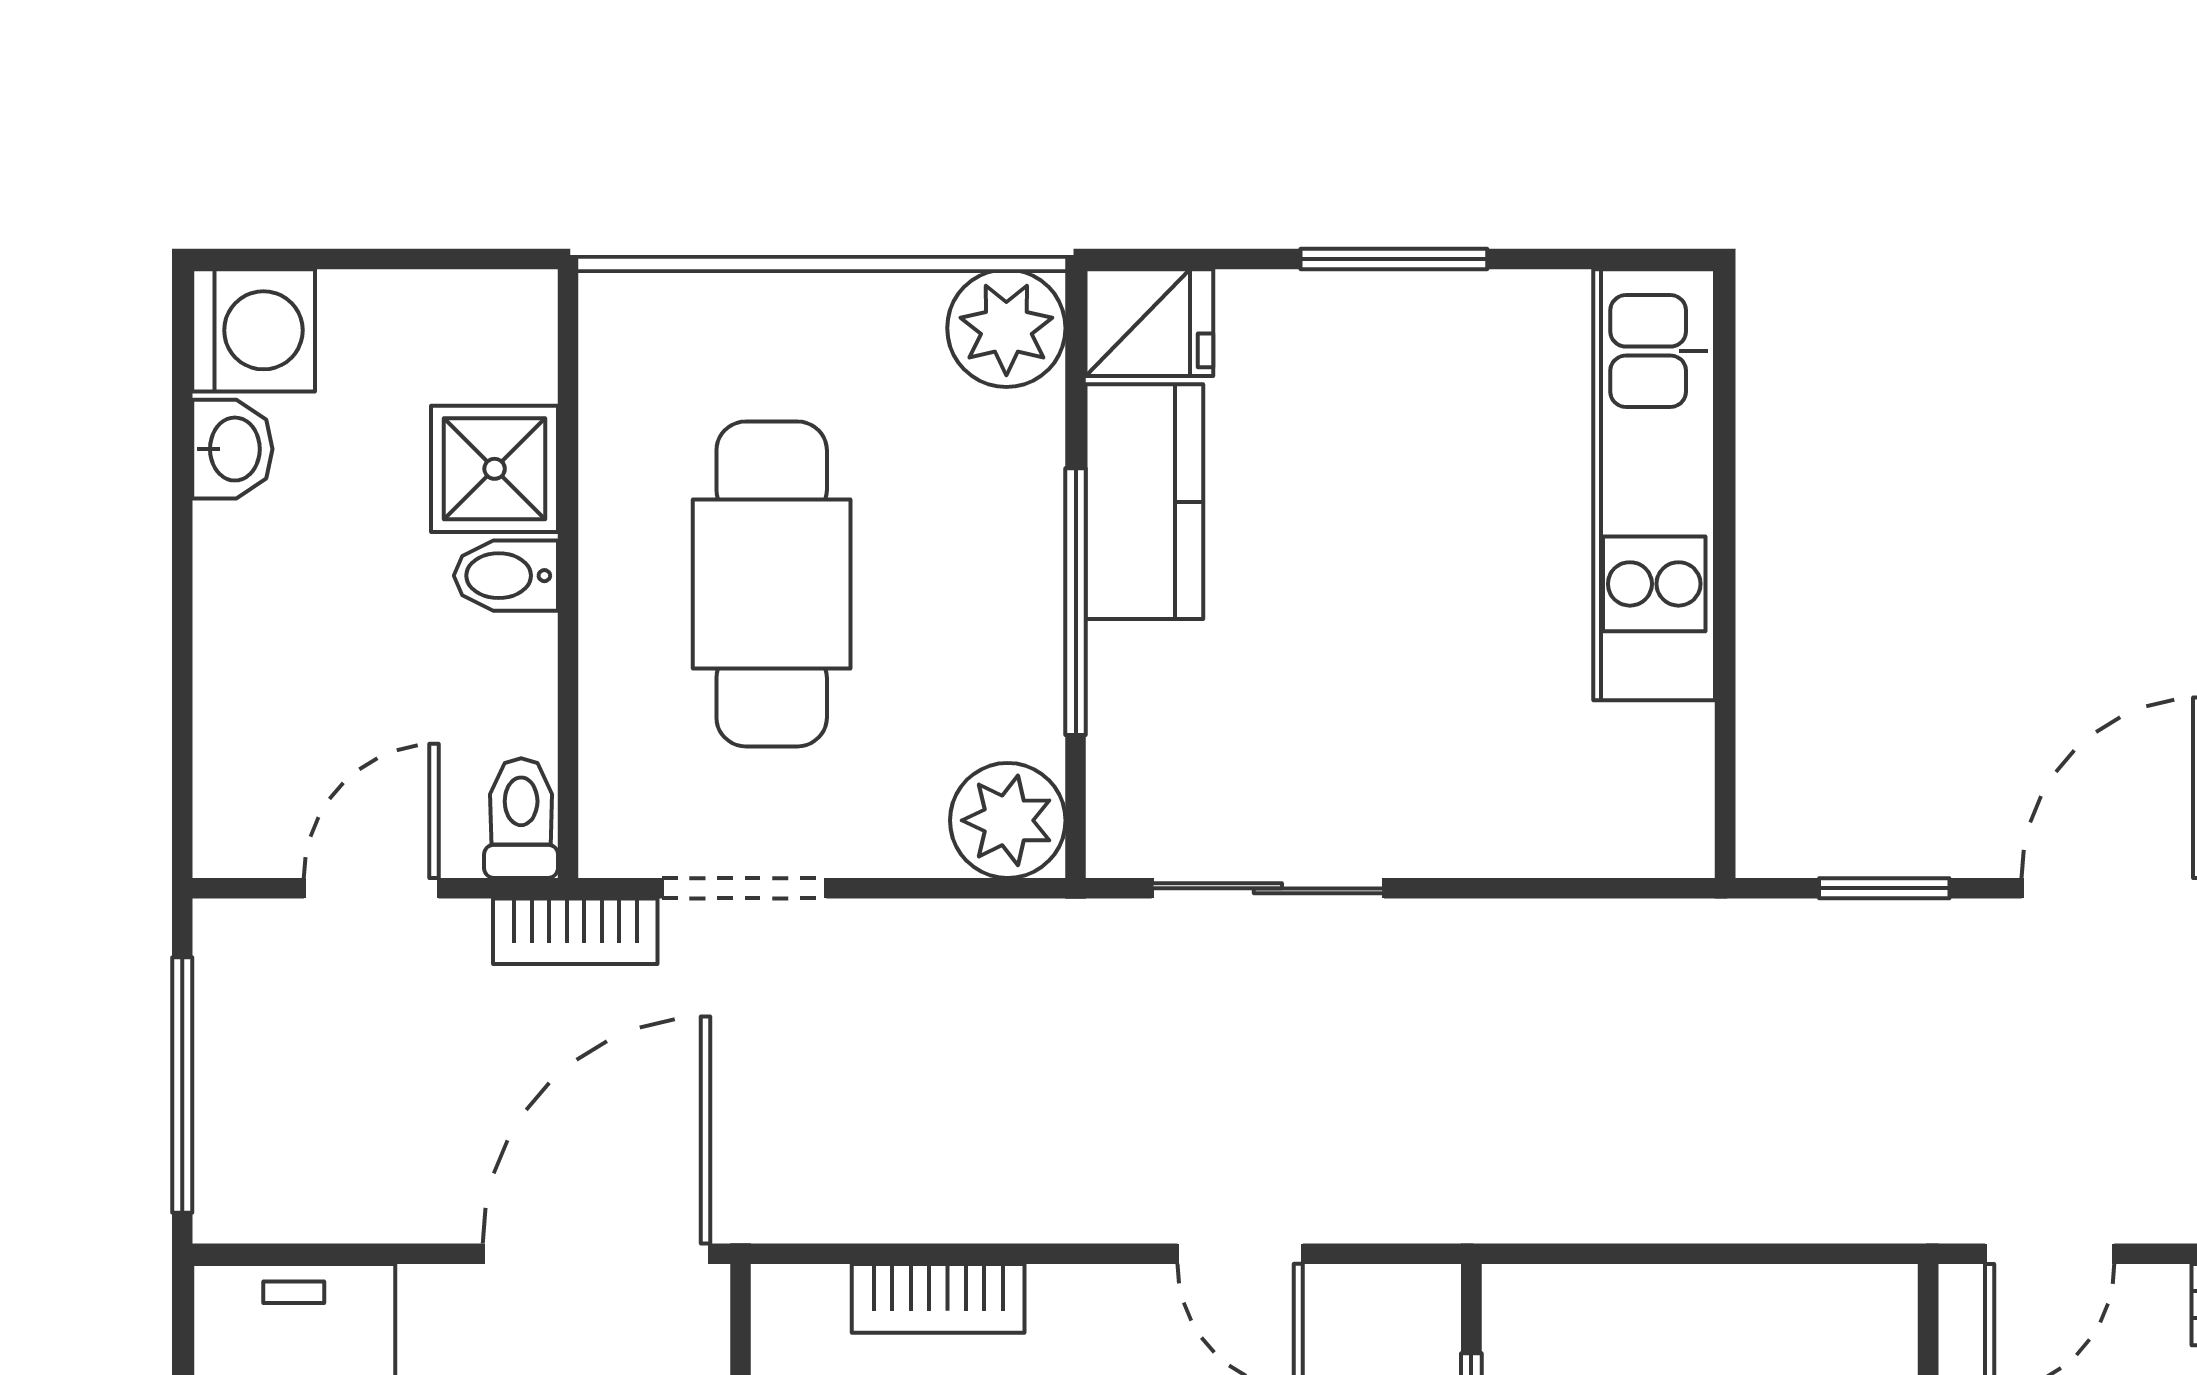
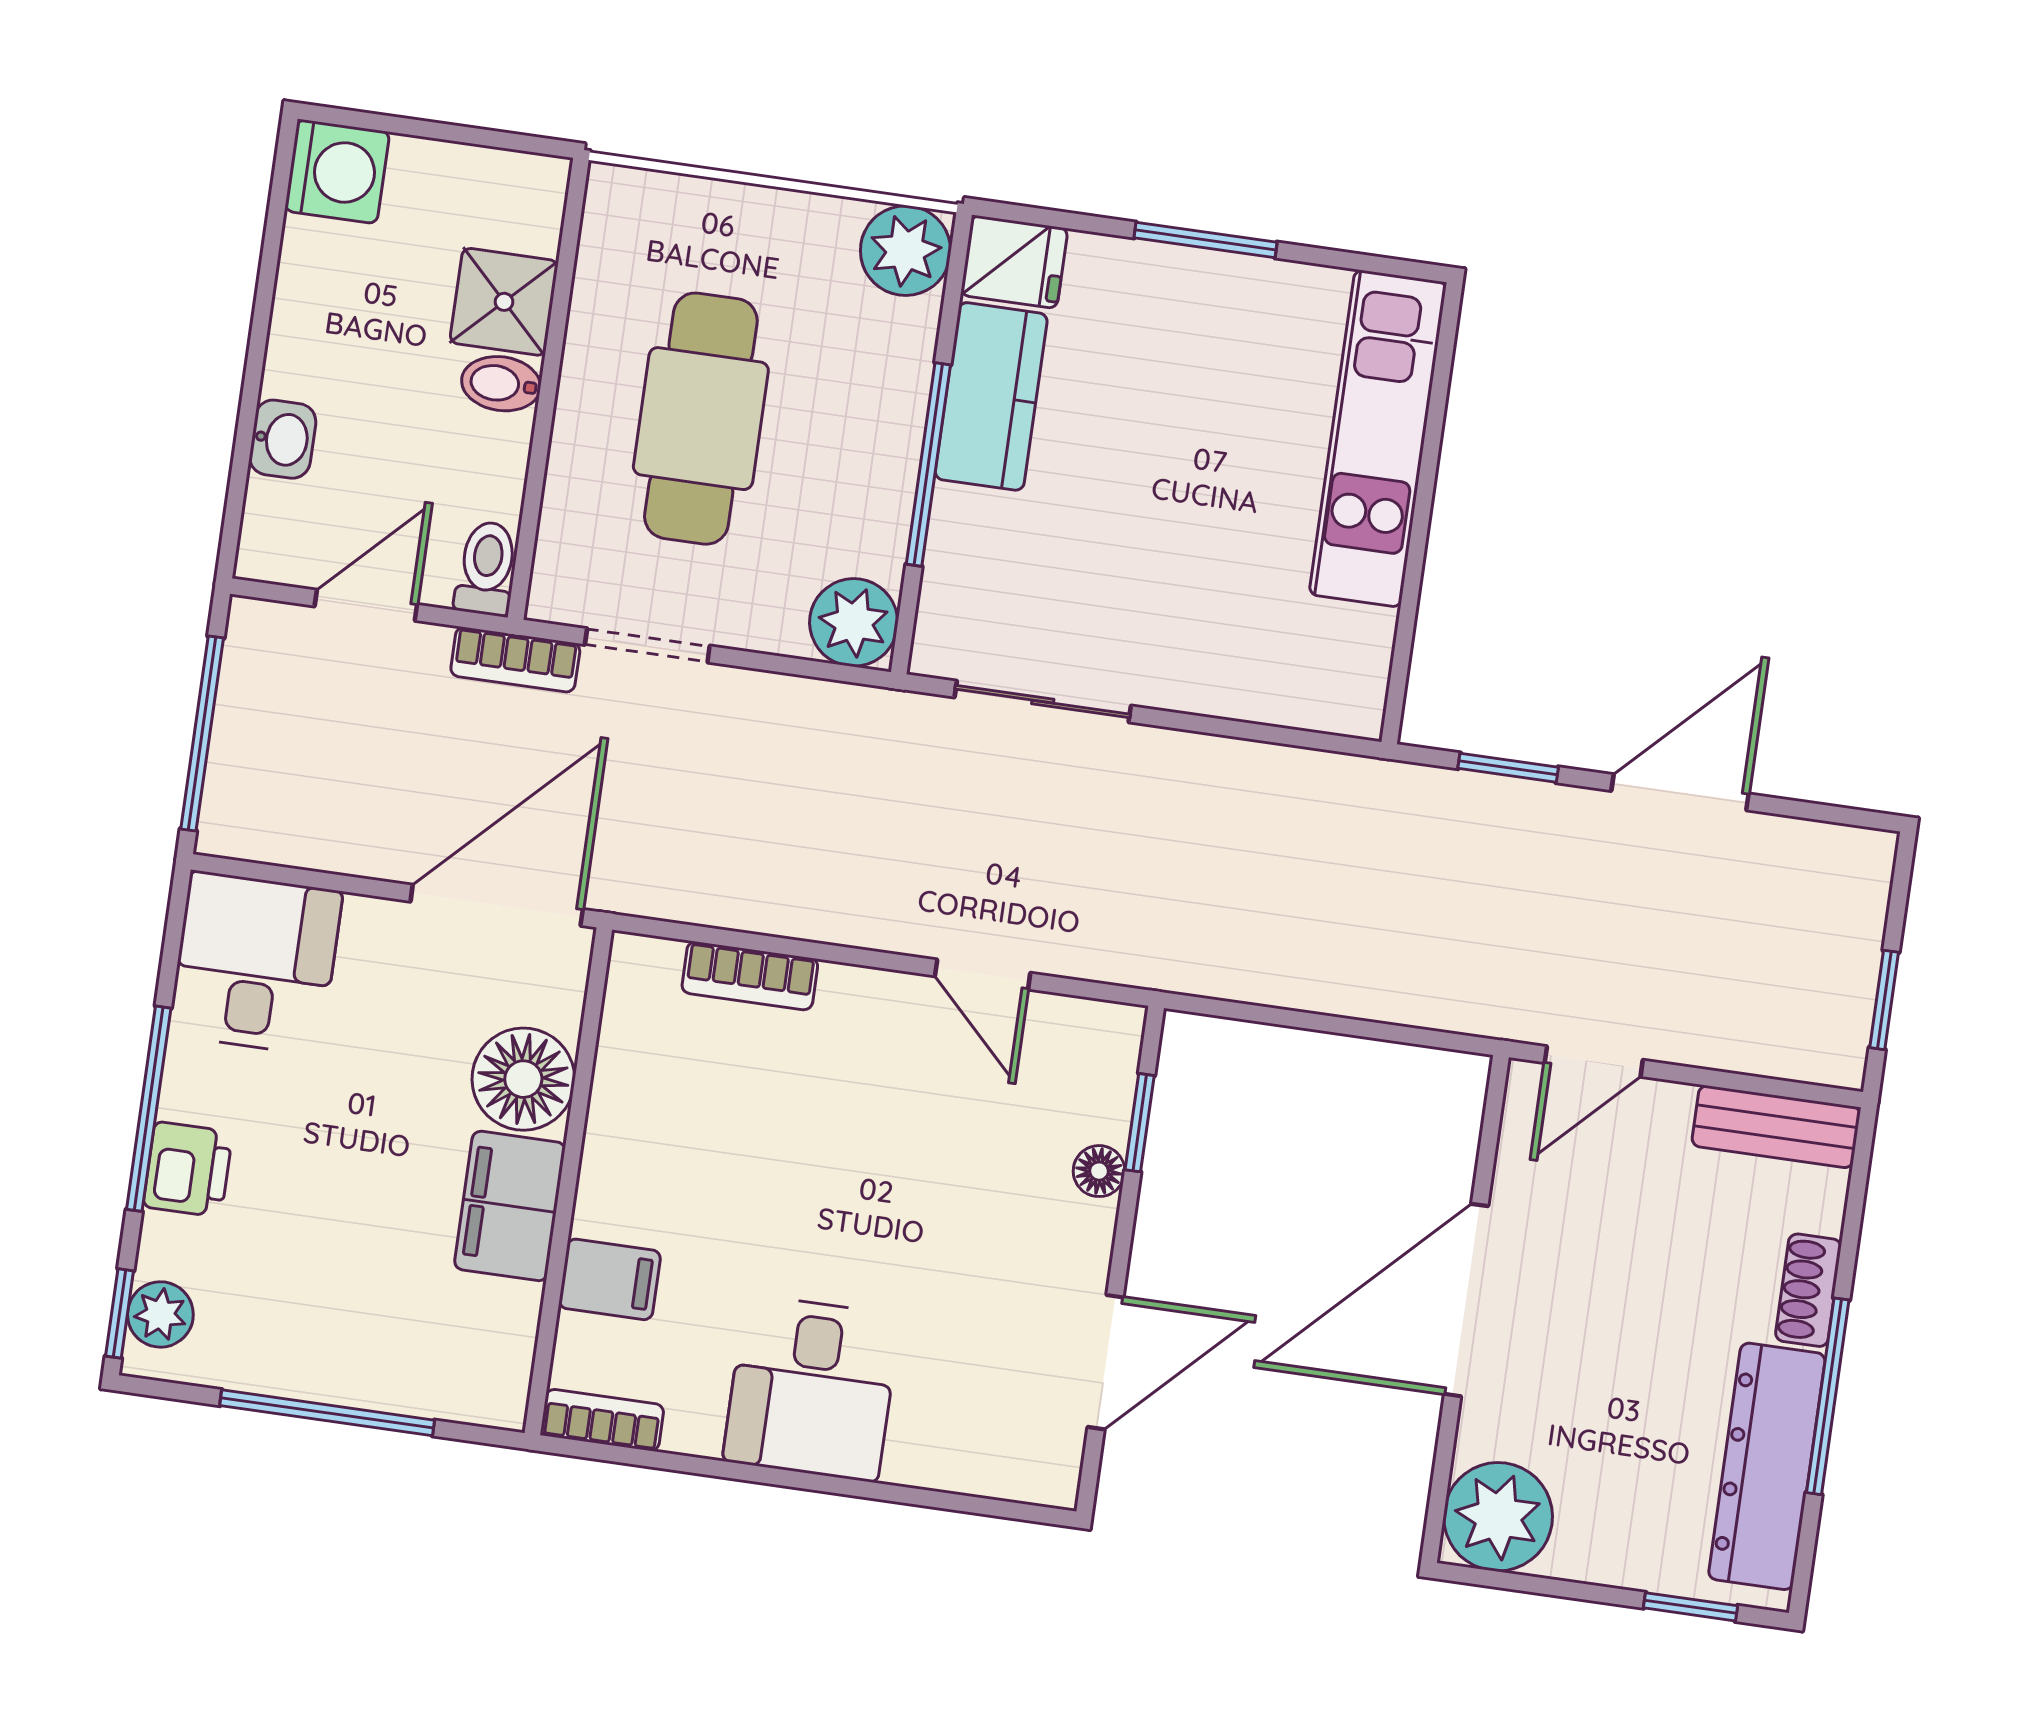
washbasin: (232, 449) -> (283, 439), moved

